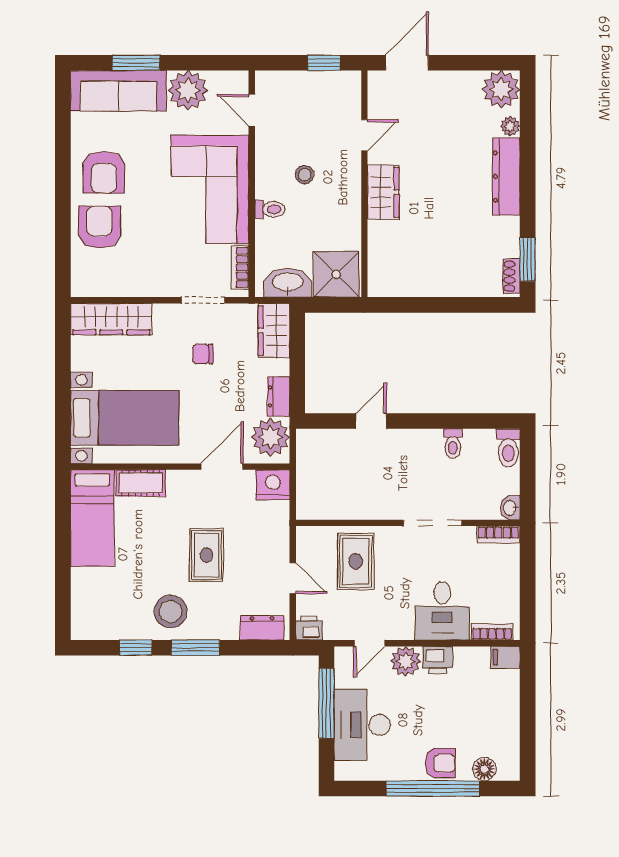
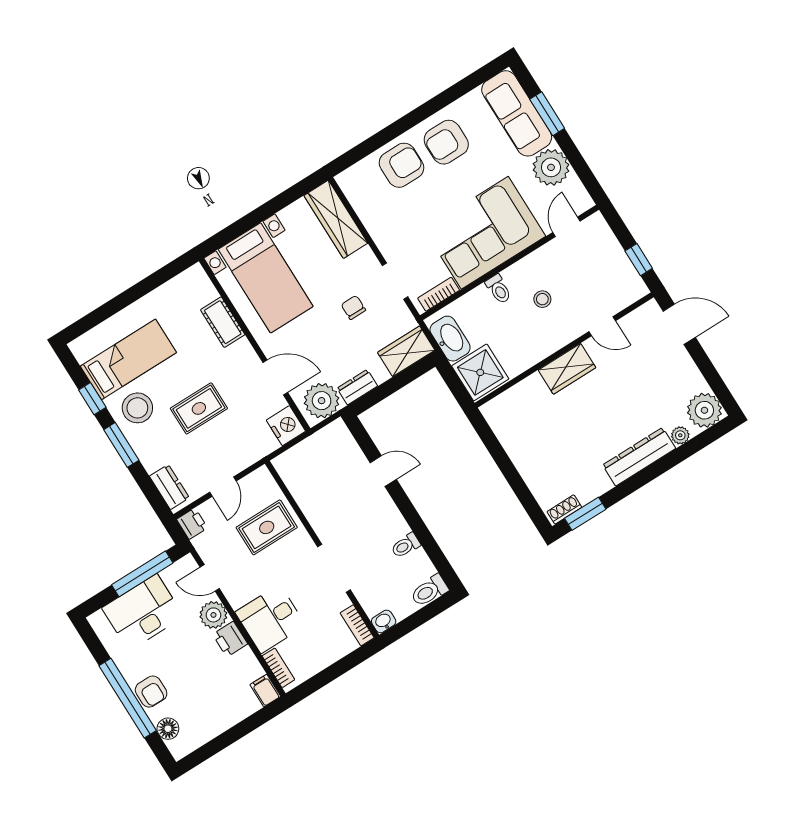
bed: (92, 518) -> (128, 359), moved, turned 180

